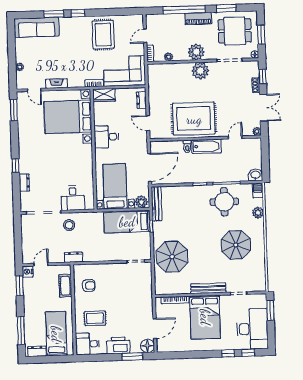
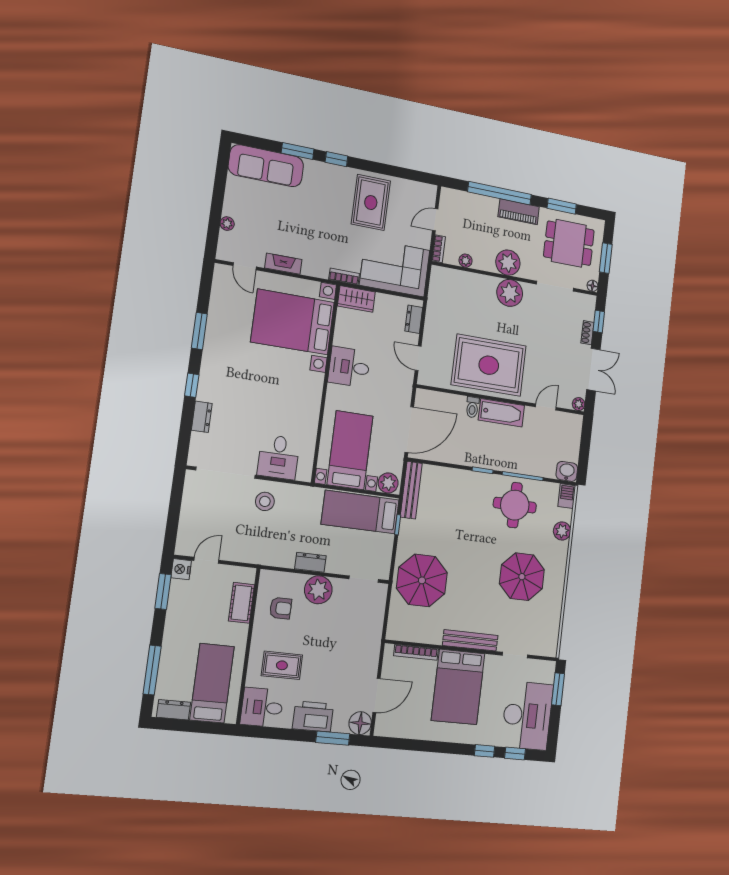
window: (14, 110) -> (199, 331), moved
dresser: (74, 257) -> (310, 562), moved
plant: (109, 272) -> (318, 590), added

